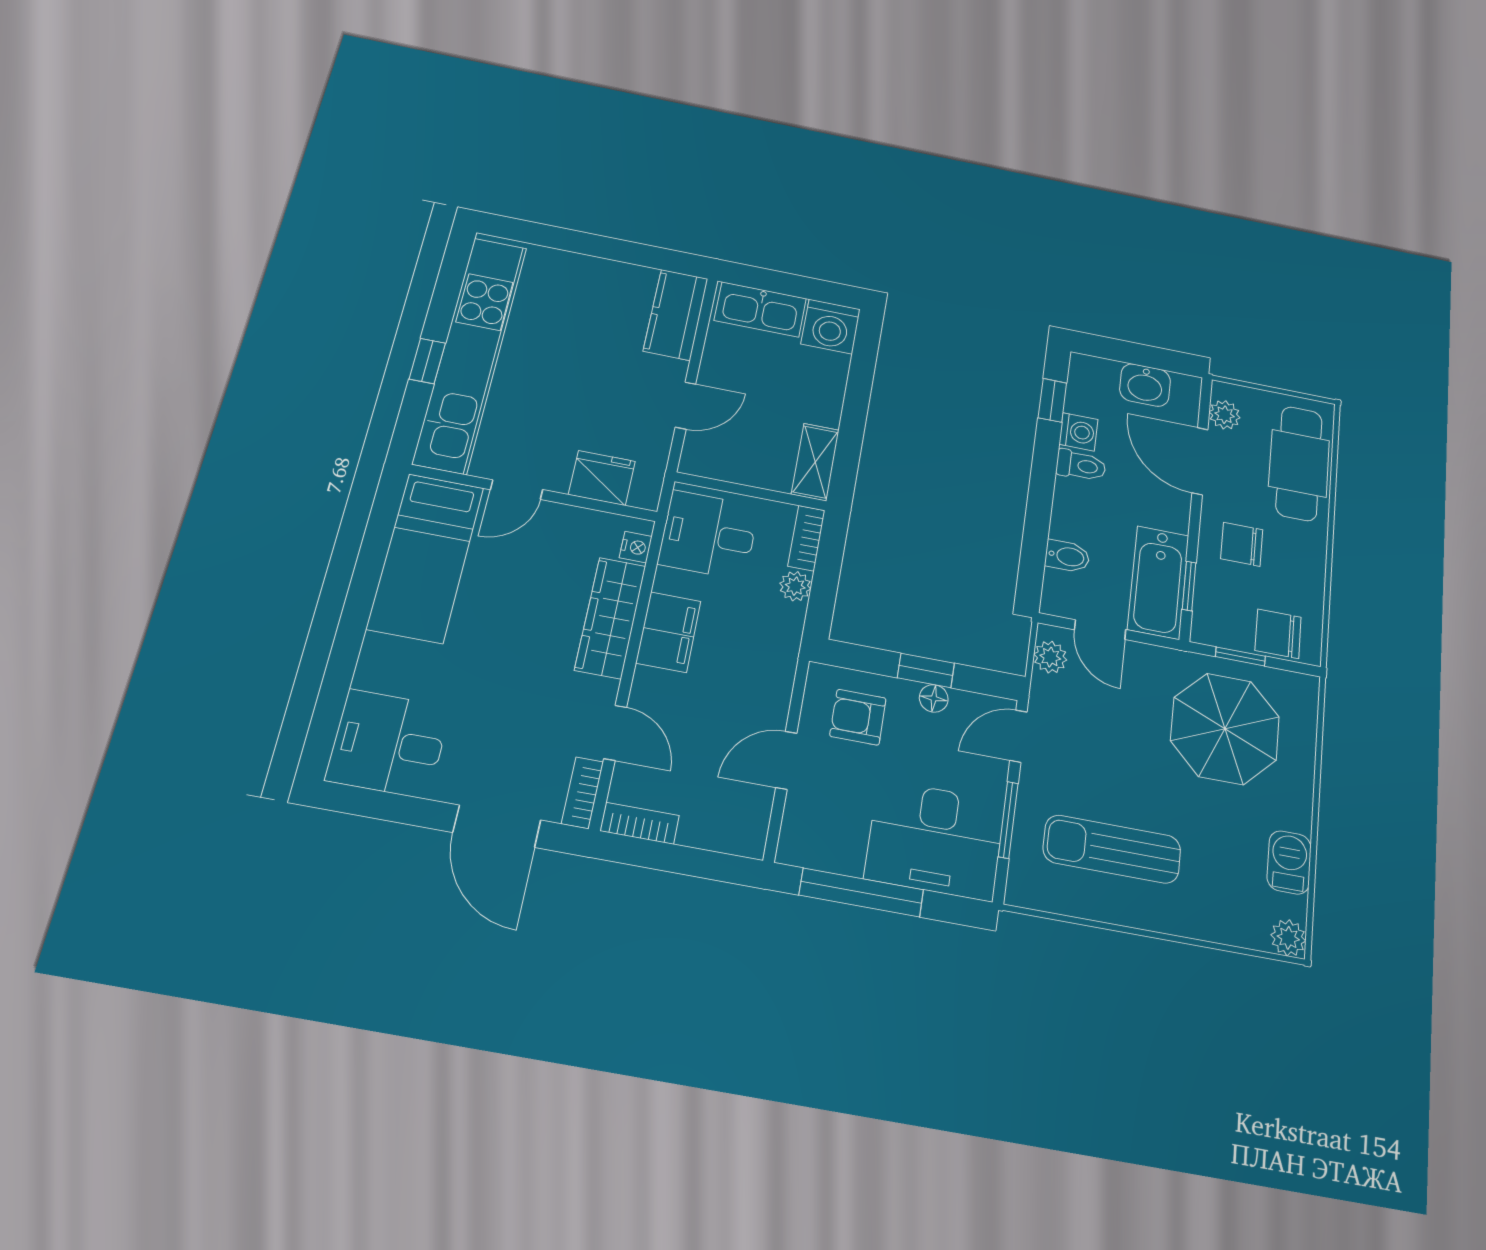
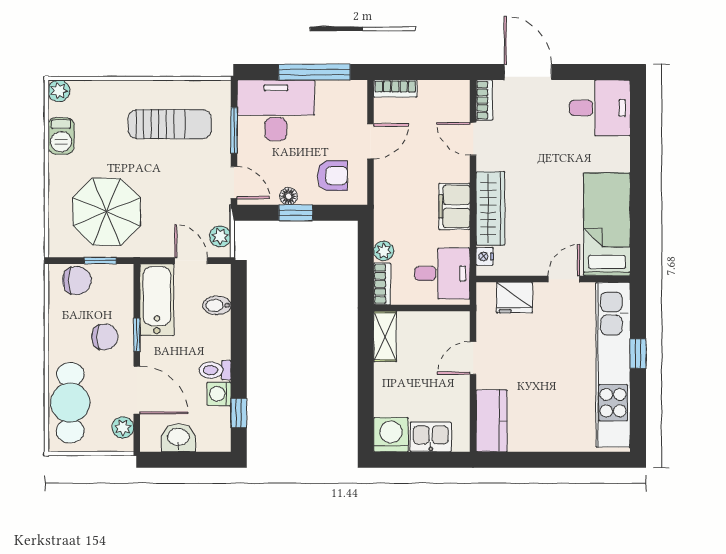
kitchen sink: (760, 309) -> (431, 437), width x0.73
window: (1189, 586) -> (137, 335), moved
door: (1018, 736) -> (234, 183), hinge flipped
bookcase: (640, 823) -> (395, 89), moved

